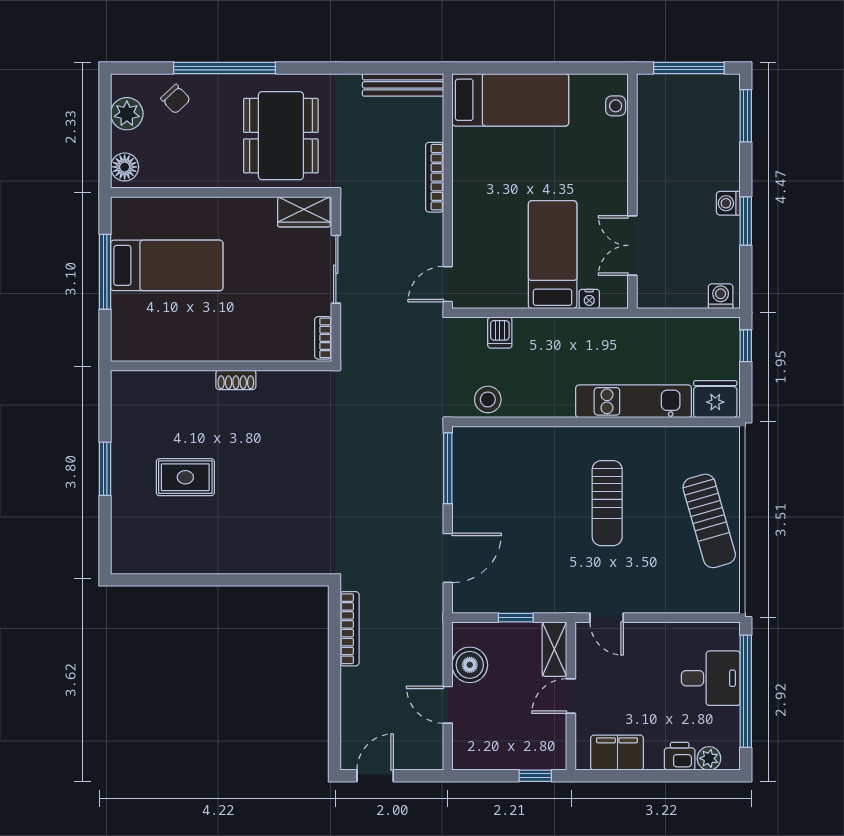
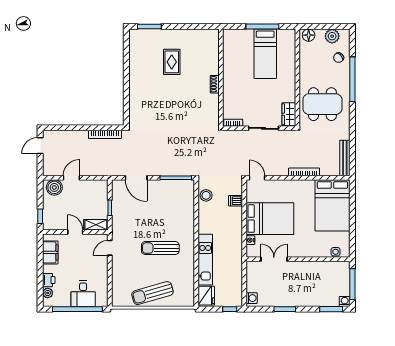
bed: (510, 100) -> (332, 205), width x1.50
washing machine: (728, 203) -> (345, 301), moved
bed: (553, 255) -> (270, 219), width x1.50
window: (105, 469) -> (149, 27), moved
boiler: (470, 665) -> (54, 187), moved
door: (375, 776) -> (40, 146), swing flipped

